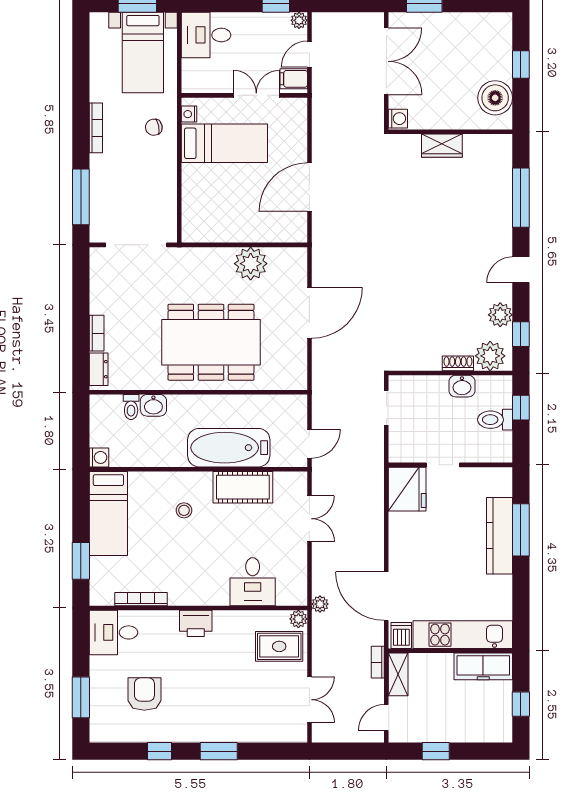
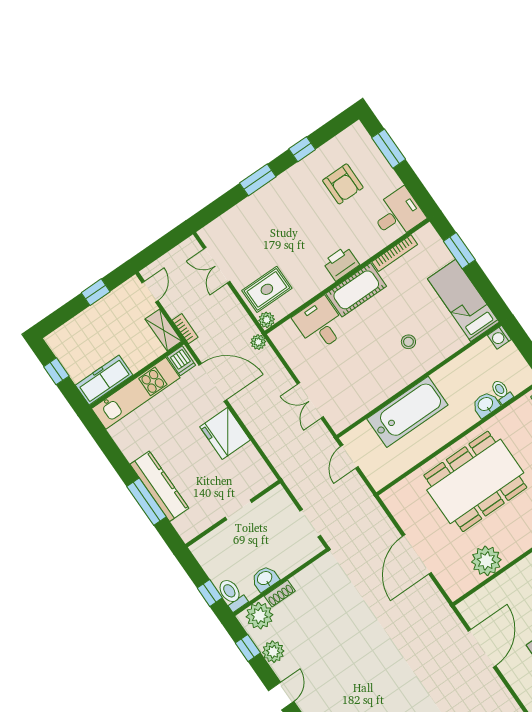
toilet: (495, 420) -> (232, 594), moved, turned -90
cot: (243, 487) -> (356, 290), moved
fridge: (407, 489) -> (225, 433), moved

